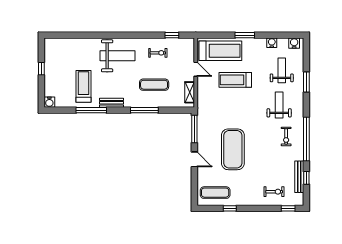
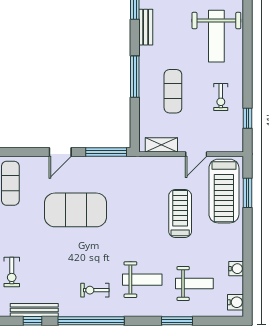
window: (245, 35) -> (248, 193), moved

